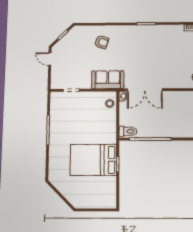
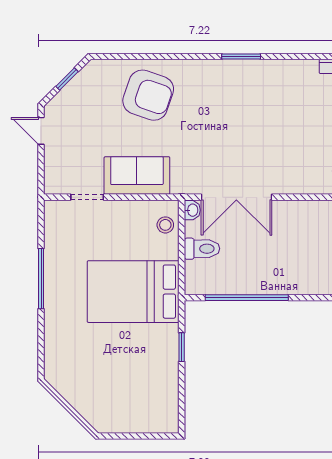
armchair: (102, 42) -> (148, 95), width x1.88, depth x1.88
sofa: (108, 80) -> (137, 176), moved
toilet: (128, 131) -> (202, 249), moved
bed: (93, 160) -> (133, 292), moved

